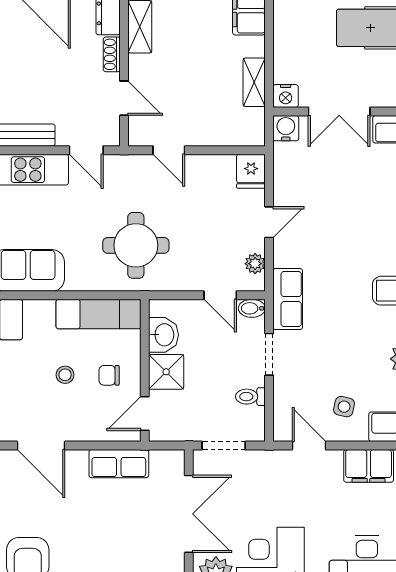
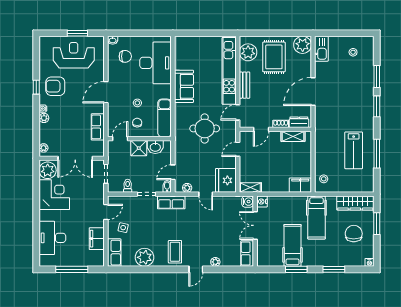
shelving: (254, 82) -> (250, 187), moved
fridge: (251, 171) -> (226, 180), width x1.88, depth x1.34
round table: (136, 245) -> (205, 128), moved
door: (145, 413) -> (120, 139), hinge flipped

